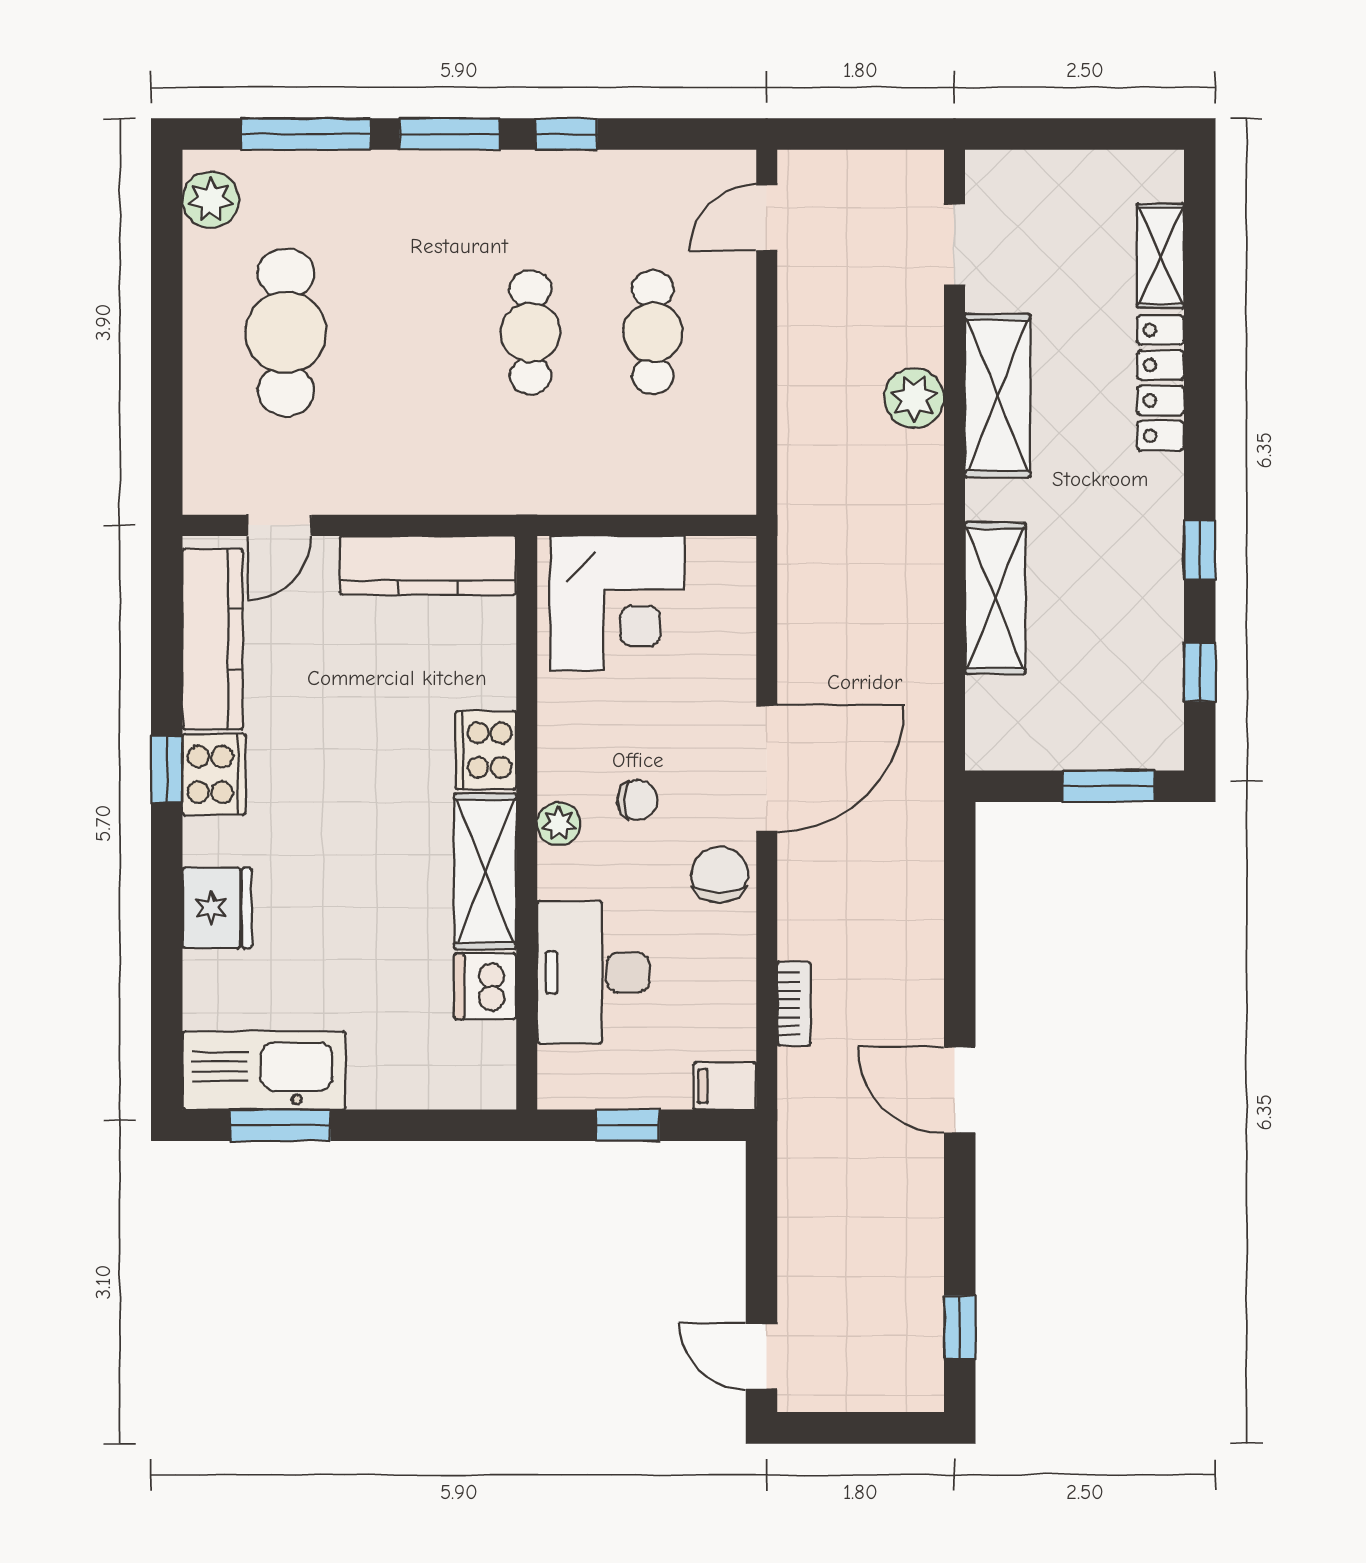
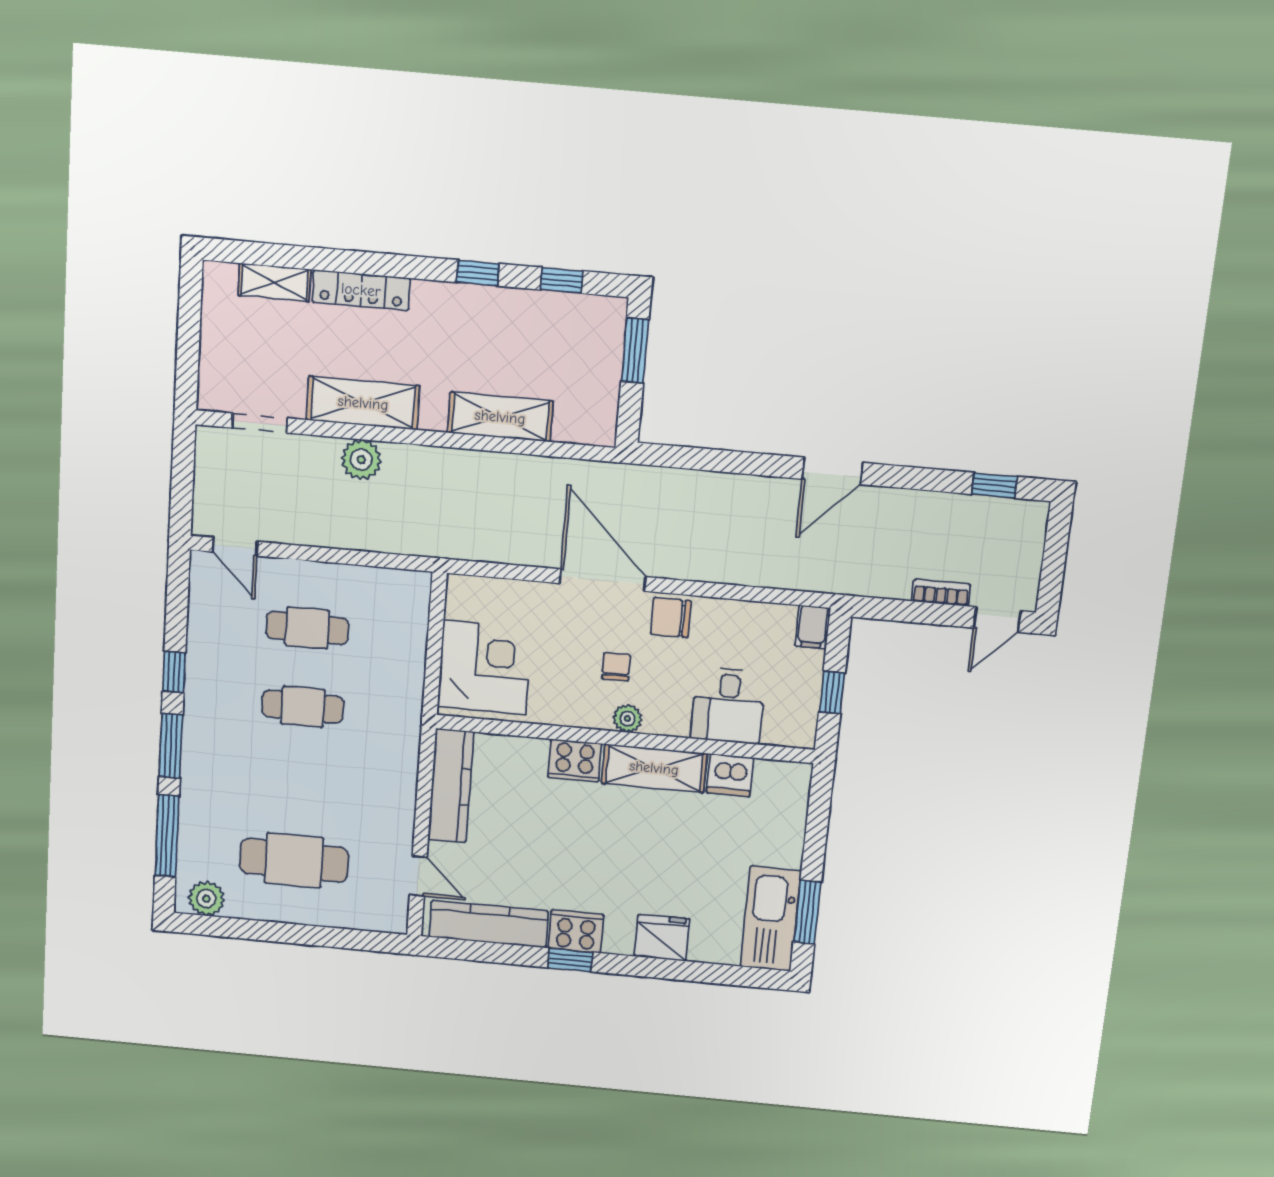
desk: (593, 972) -> (728, 706), width x0.73
bookcase: (794, 1004) -> (941, 593), moved

